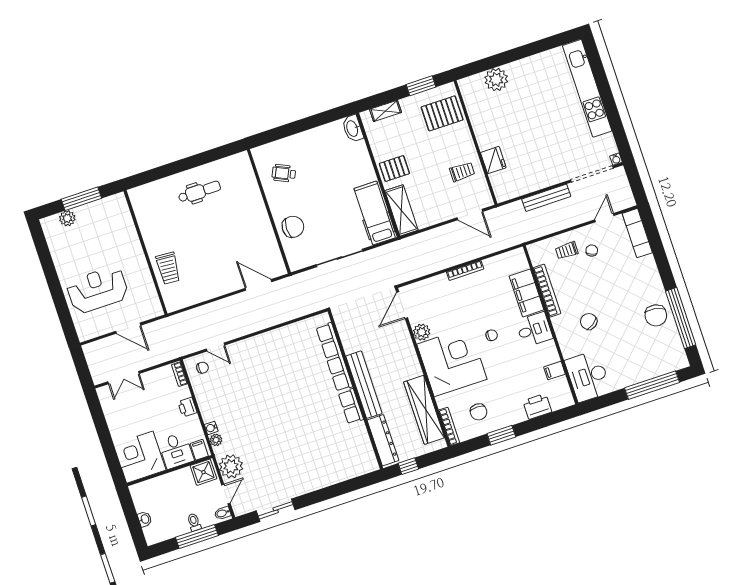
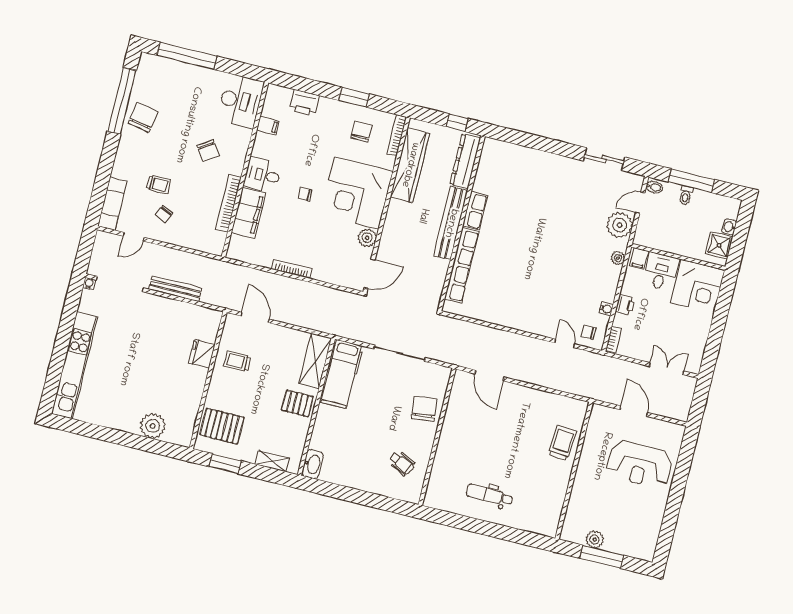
plant: (67, 218) -> (595, 539), moved
chair: (293, 227) -> (424, 409), turned 83
trolley: (567, 250) -> (159, 184), moved
water cooler: (211, 428) -> (606, 309), moved
shower: (203, 472) -> (719, 245), moved

